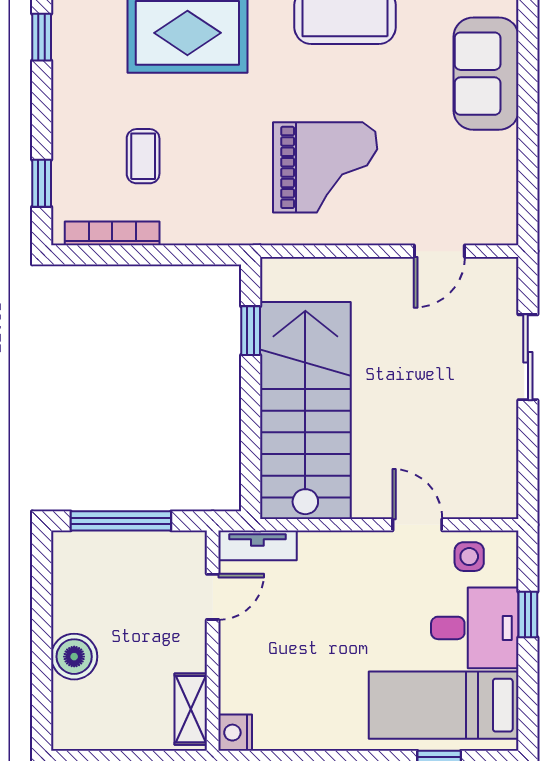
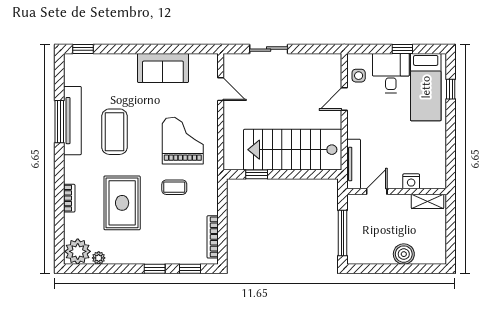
window: (42, 37) -> (155, 269), moved
sofa: (486, 74) -> (163, 68), moved
coffee table: (143, 156) -> (174, 187), moved
tv unit: (257, 545) -> (354, 164), width x1.41
door: (213, 597) -> (377, 192), hinge flipped
window: (528, 614) -> (402, 49), moved
nightstand: (235, 733) -> (411, 181), moved

